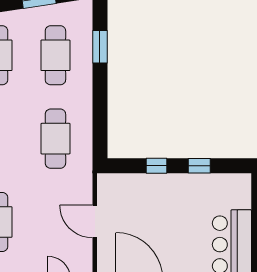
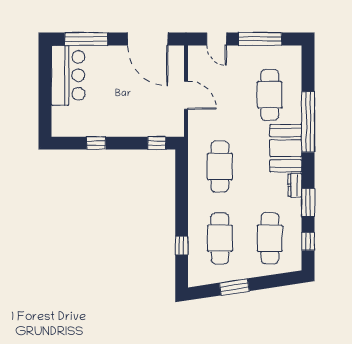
window: (100, 47) -> (182, 246), width x0.67
window: (157, 166) -> (157, 143), moved

